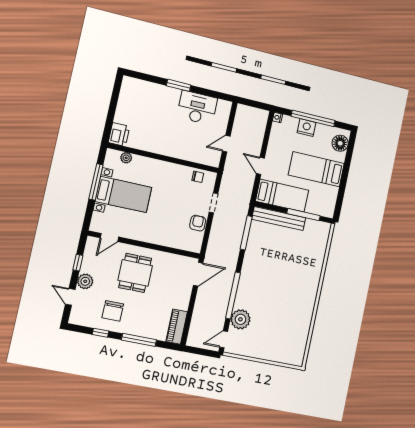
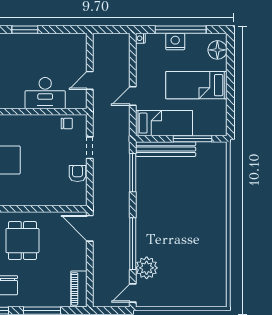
desk: (197, 108) -> (45, 93), moved, turned 180
door: (260, 166) -> (133, 96), hinge flipped
door: (198, 274) -> (90, 228), swing flipped

